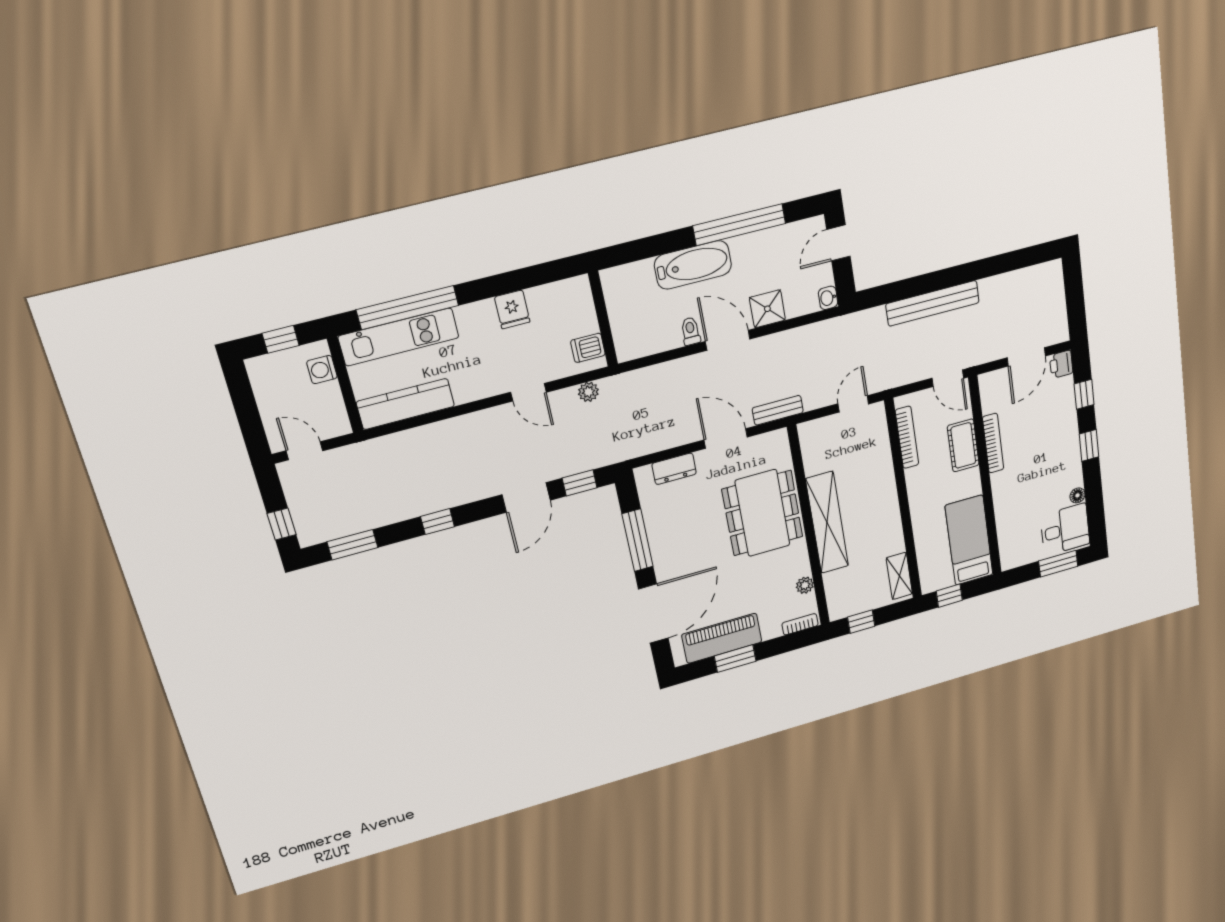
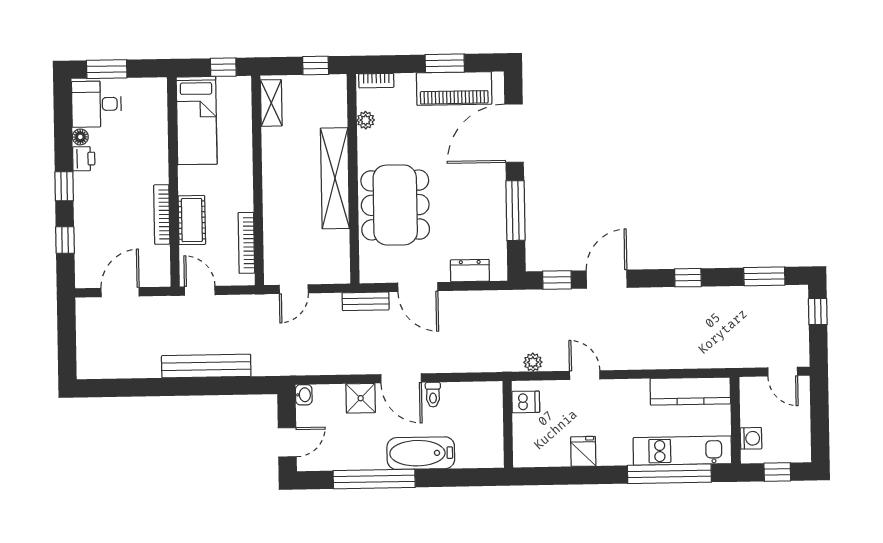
printer: (1061, 364) -> (84, 159), moved

